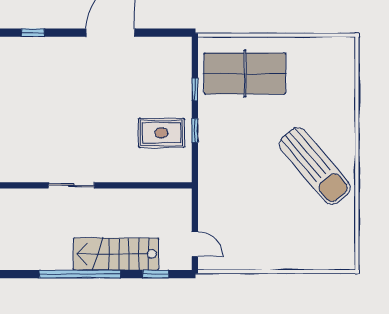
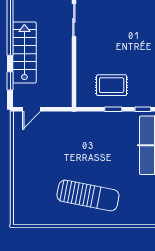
rug: (161, 133) -> (112, 85), turned 90
sun lounger: (315, 166) -> (88, 196), turned -129

